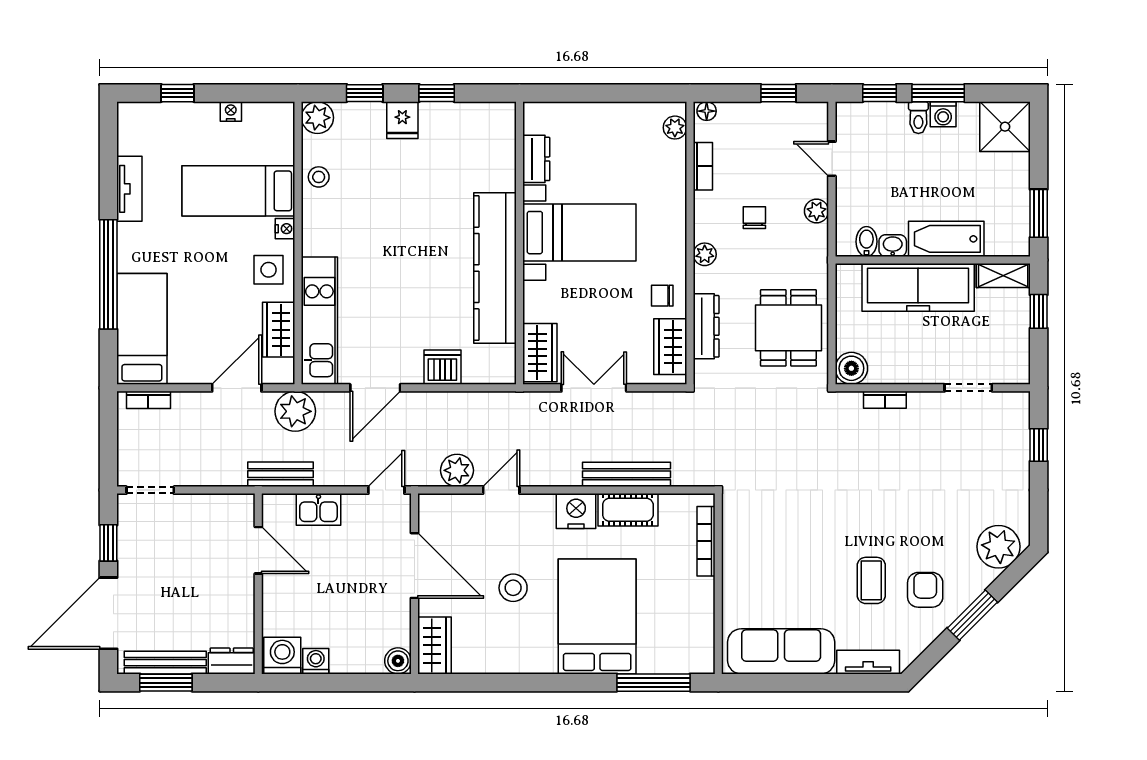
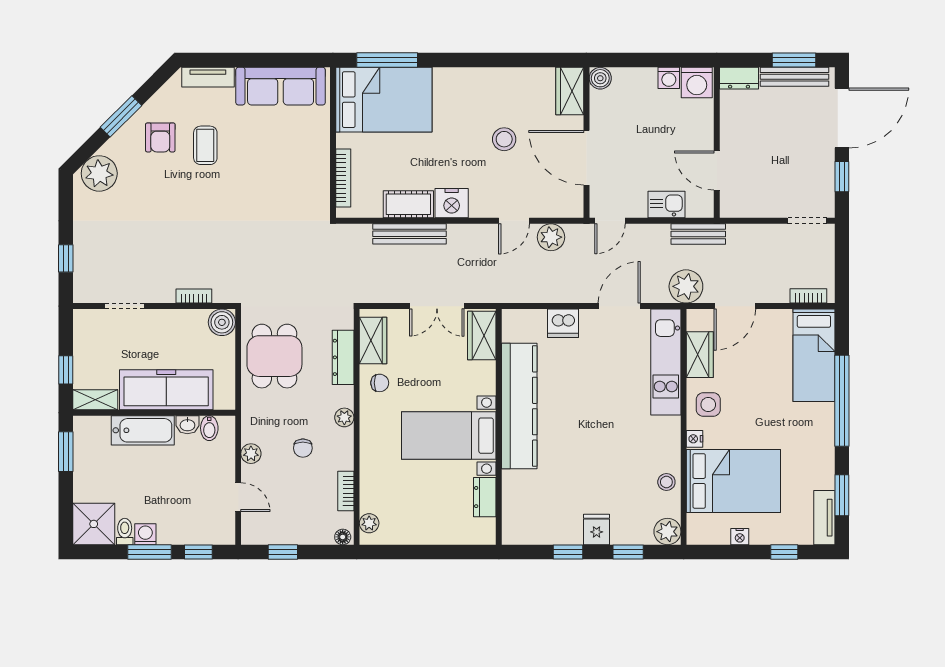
toilet: (918, 118) -> (125, 532), moved
window: (108, 161) -> (842, 495), added
tv unit: (129, 189) -> (824, 518), moved
bed: (238, 191) -> (733, 481), width x1.50
bed: (597, 616) -> (384, 100), moved, turned -90

